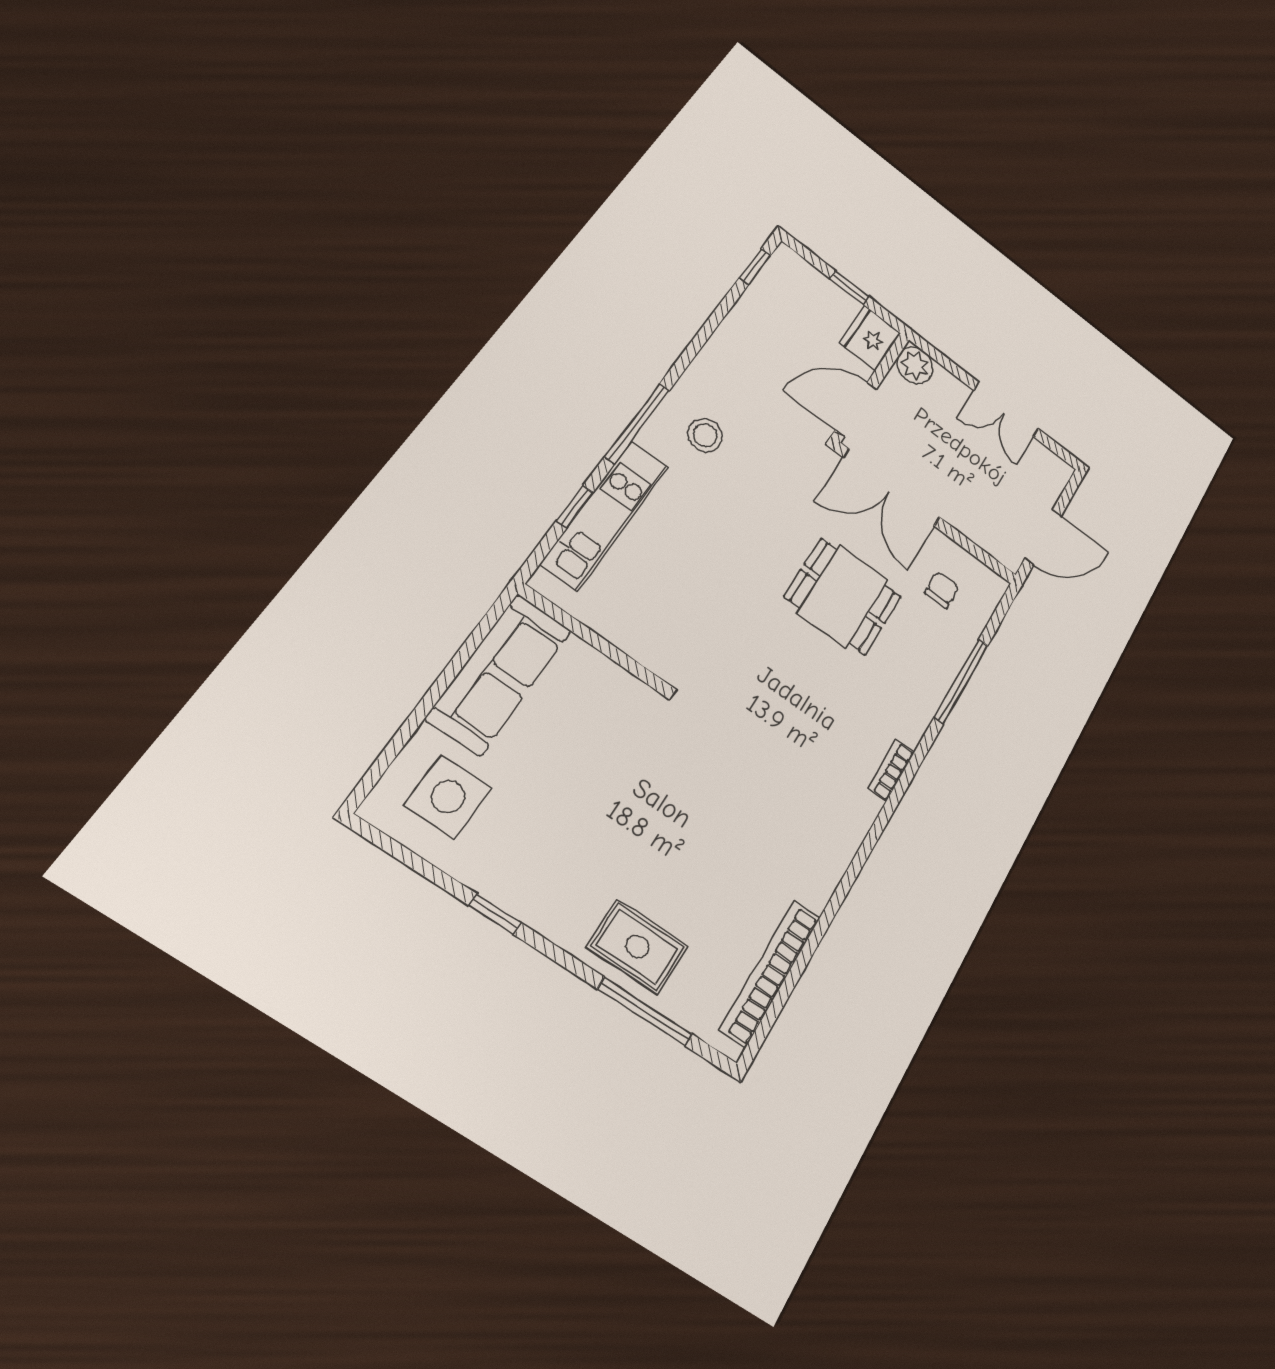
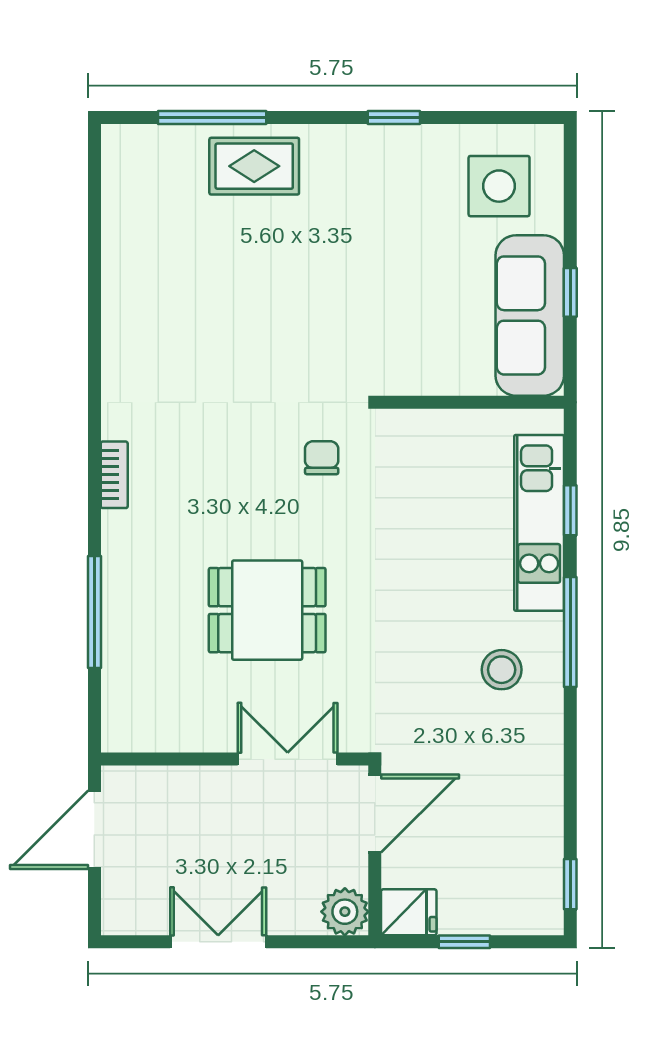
fridge: (870, 338) -> (409, 912), width x0.72
double door: (892, 488) -> (288, 759), width x0.73
chair: (942, 590) -> (322, 458), moved, turned 180
window: (453, 670) -> (570, 292), added
bookcase: (770, 973) -> (118, 217), removed

